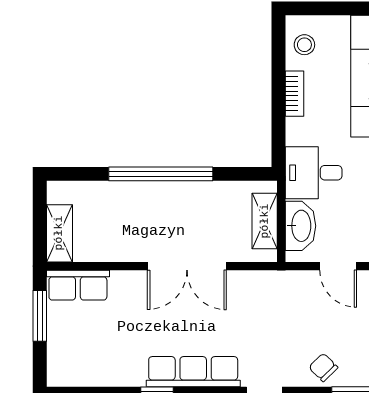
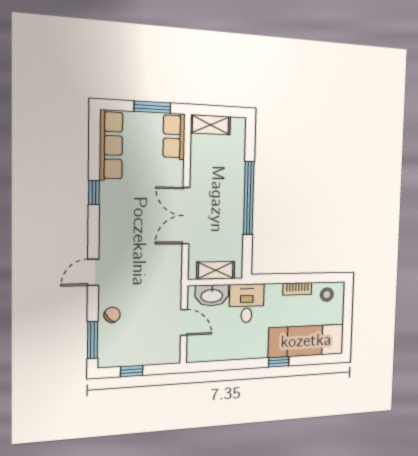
door: (338, 266) -> (184, 323), swing flipped
row of seats: (193, 372) -> (111, 145), moved

